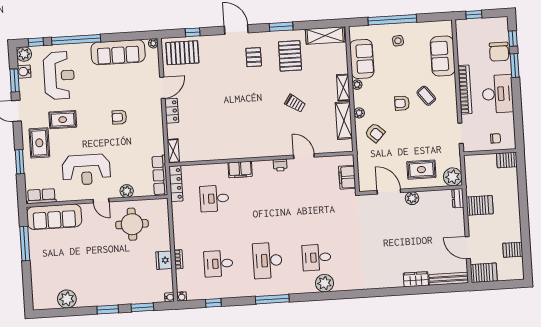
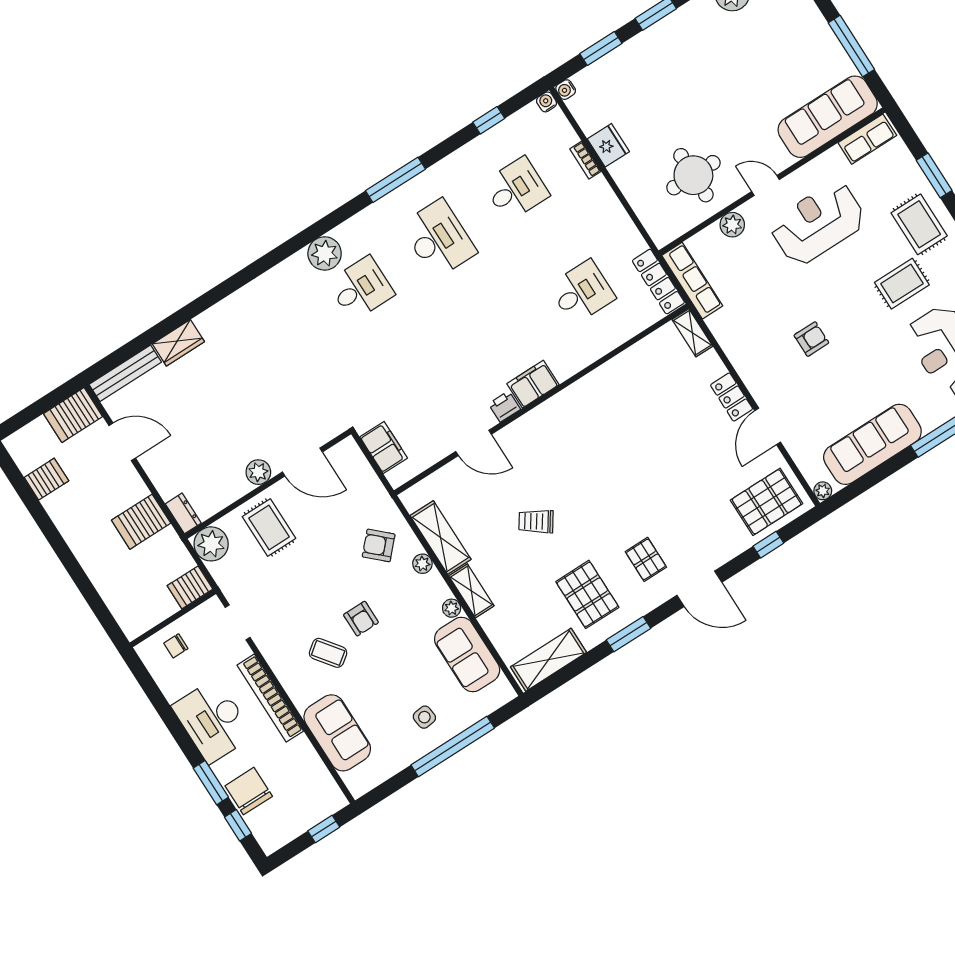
armchair: (402, 103) -> (361, 619), turned 90
server rack: (507, 160) -> (190, 587), moved, turned 180
filing cabinet: (240, 169) -> (533, 384), moved
rug: (421, 170) -> (269, 527), turned 90

